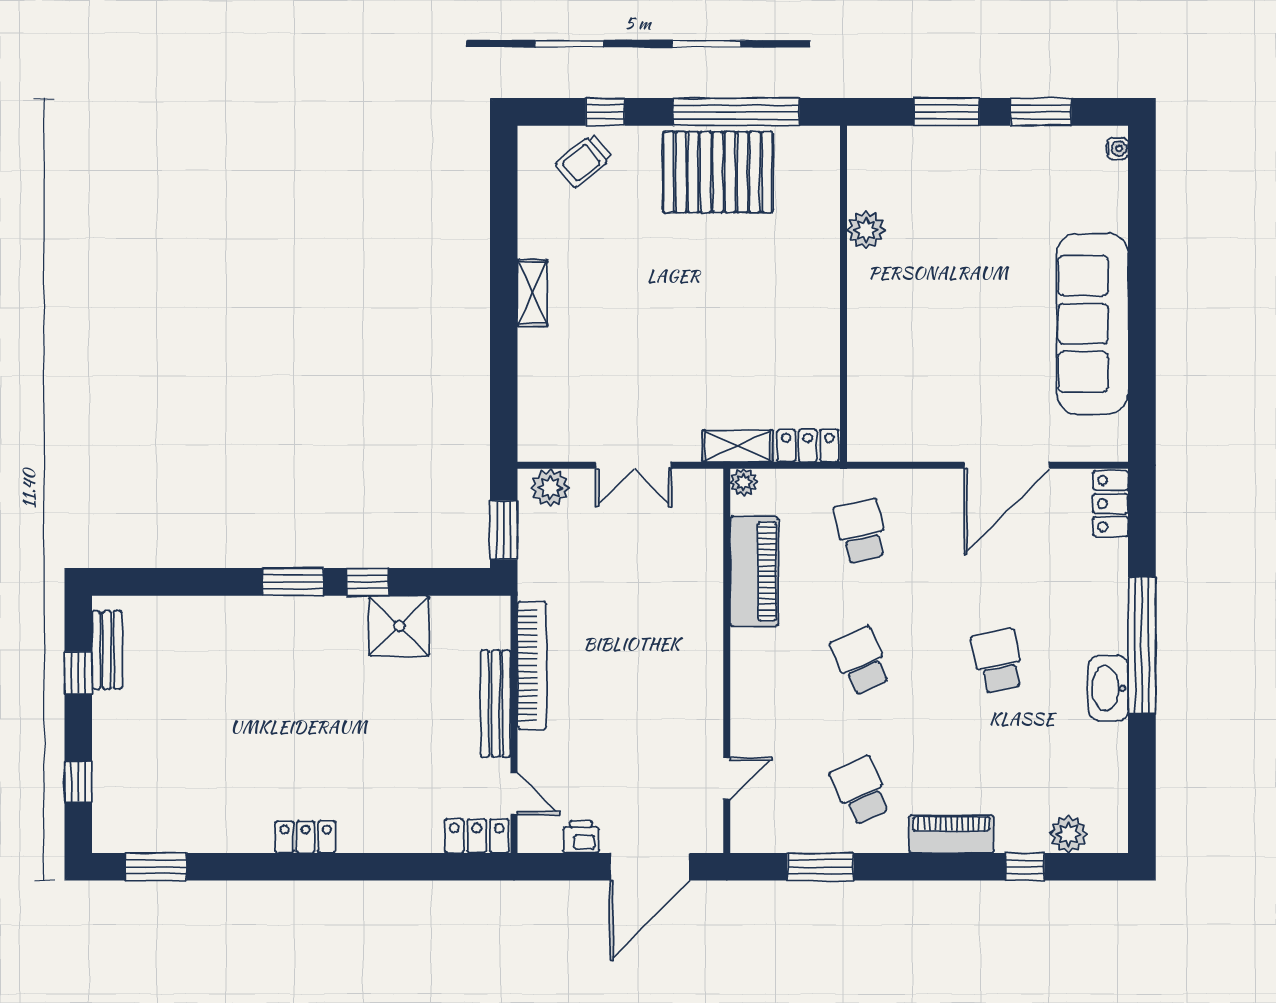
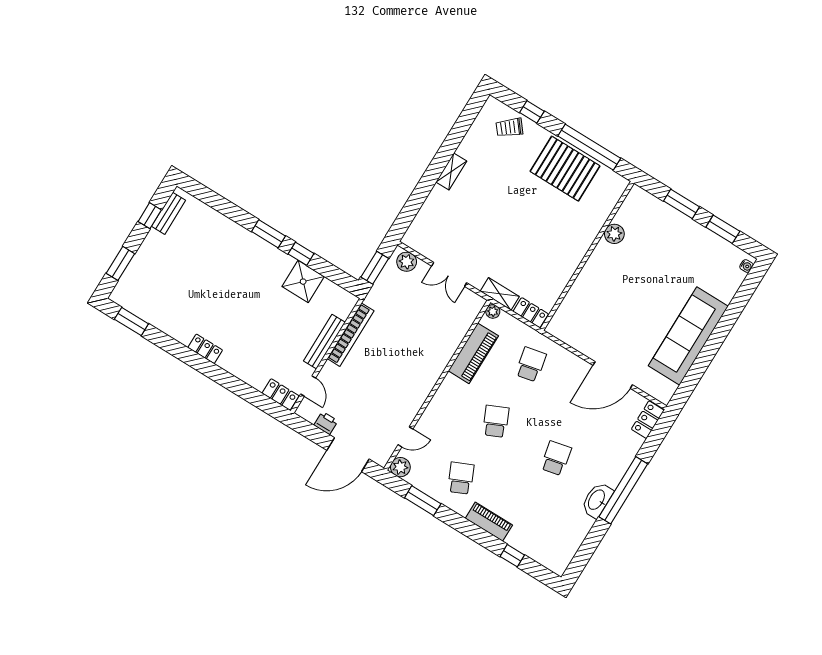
window: (78, 782) -> (120, 263), width x1.50
plant: (1069, 834) -> (400, 467), moved

